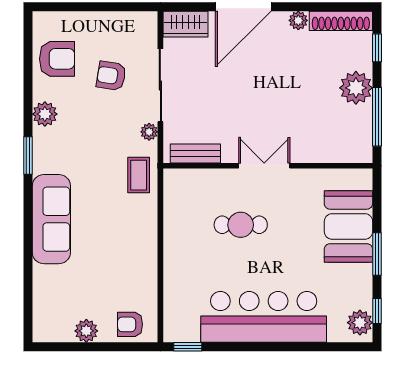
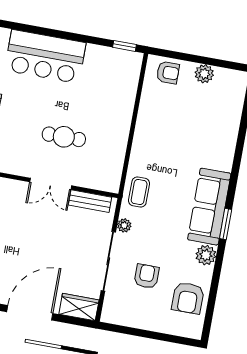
armchair: (57, 59) -> (188, 298), turned -90
armchair: (111, 76) -> (147, 276), turned -99
double door: (264, 166) -> (51, 184), moved
sofa: (51, 219) -> (209, 207), moved
bar counter: (264, 317) -> (45, 57), width x0.73

